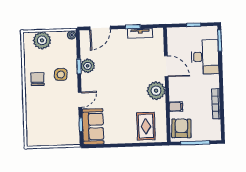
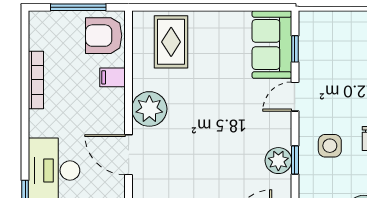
armchair: (181, 128) -> (104, 36), turned 88

